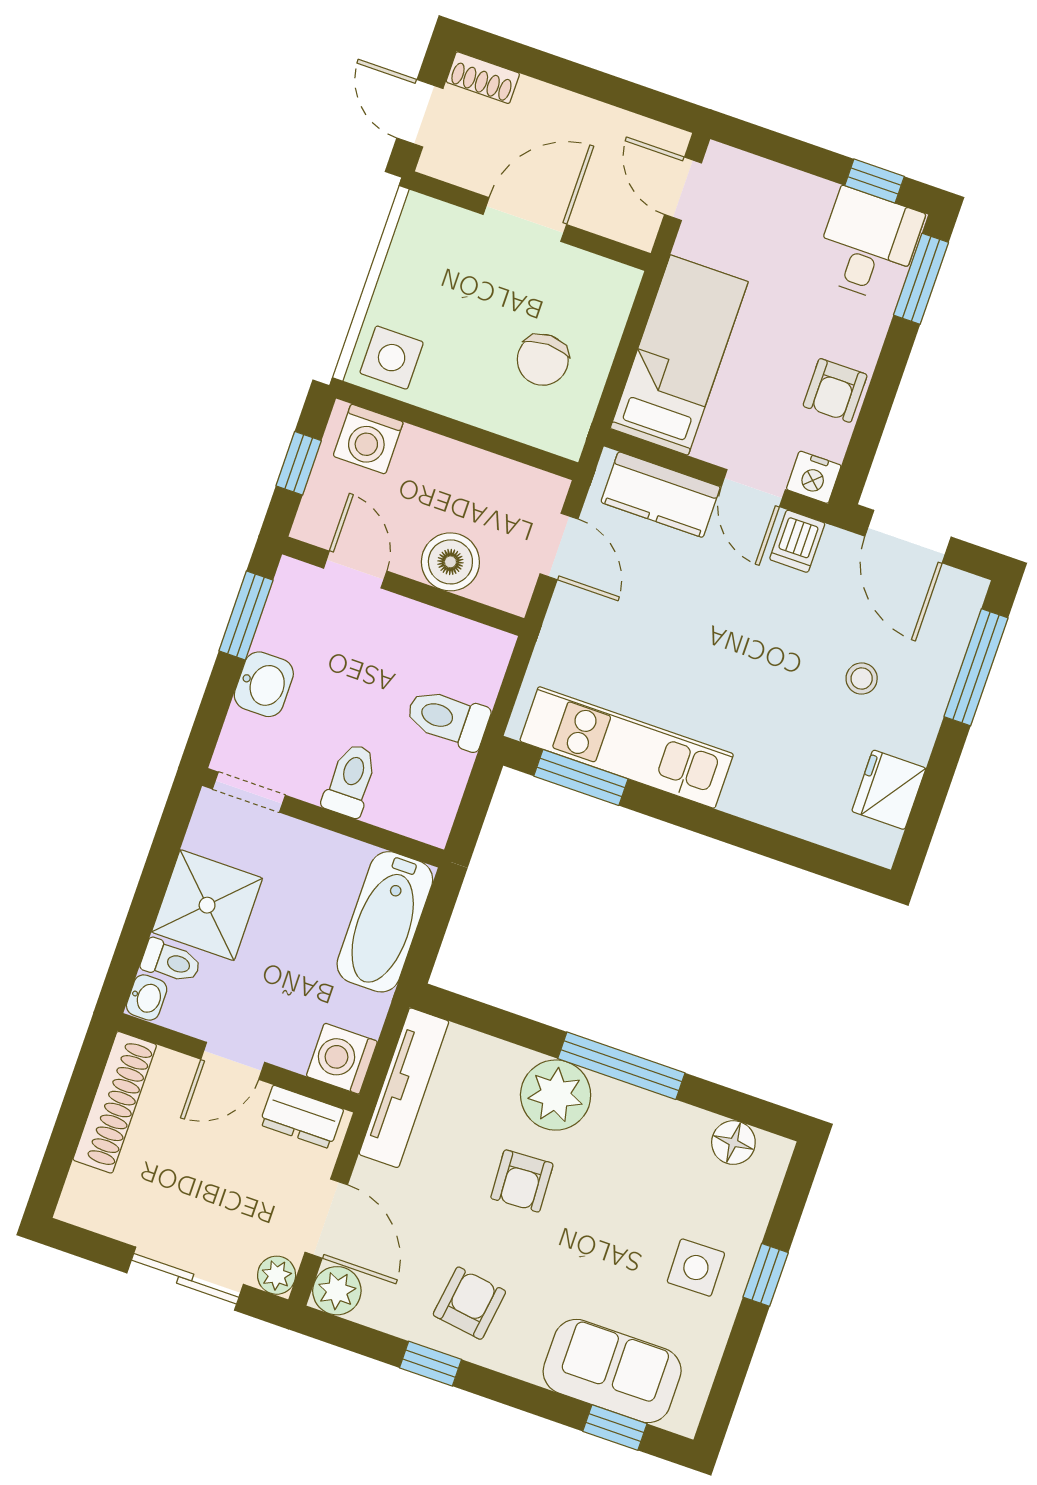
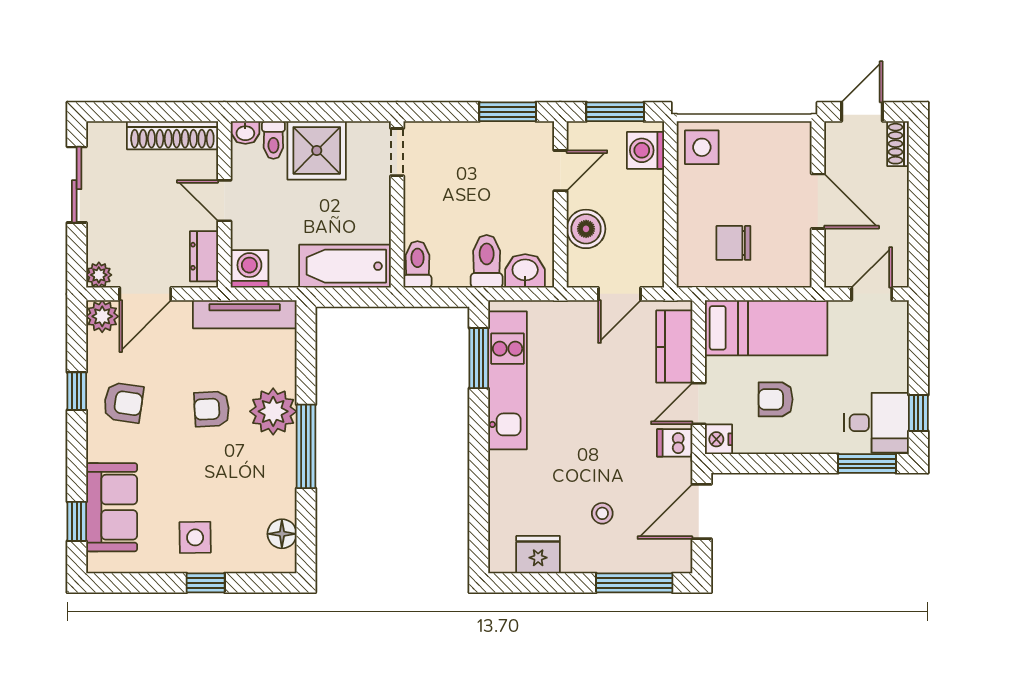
armchair: (835, 390) -> (776, 399), moved
window: (299, 463) -> (615, 112), width x1.50
washbasin: (264, 684) -> (525, 271), moved, turned 180
toilet: (350, 780) -> (417, 264), moved, turned -90
sliding door: (185, 1279) -> (77, 185), moved

